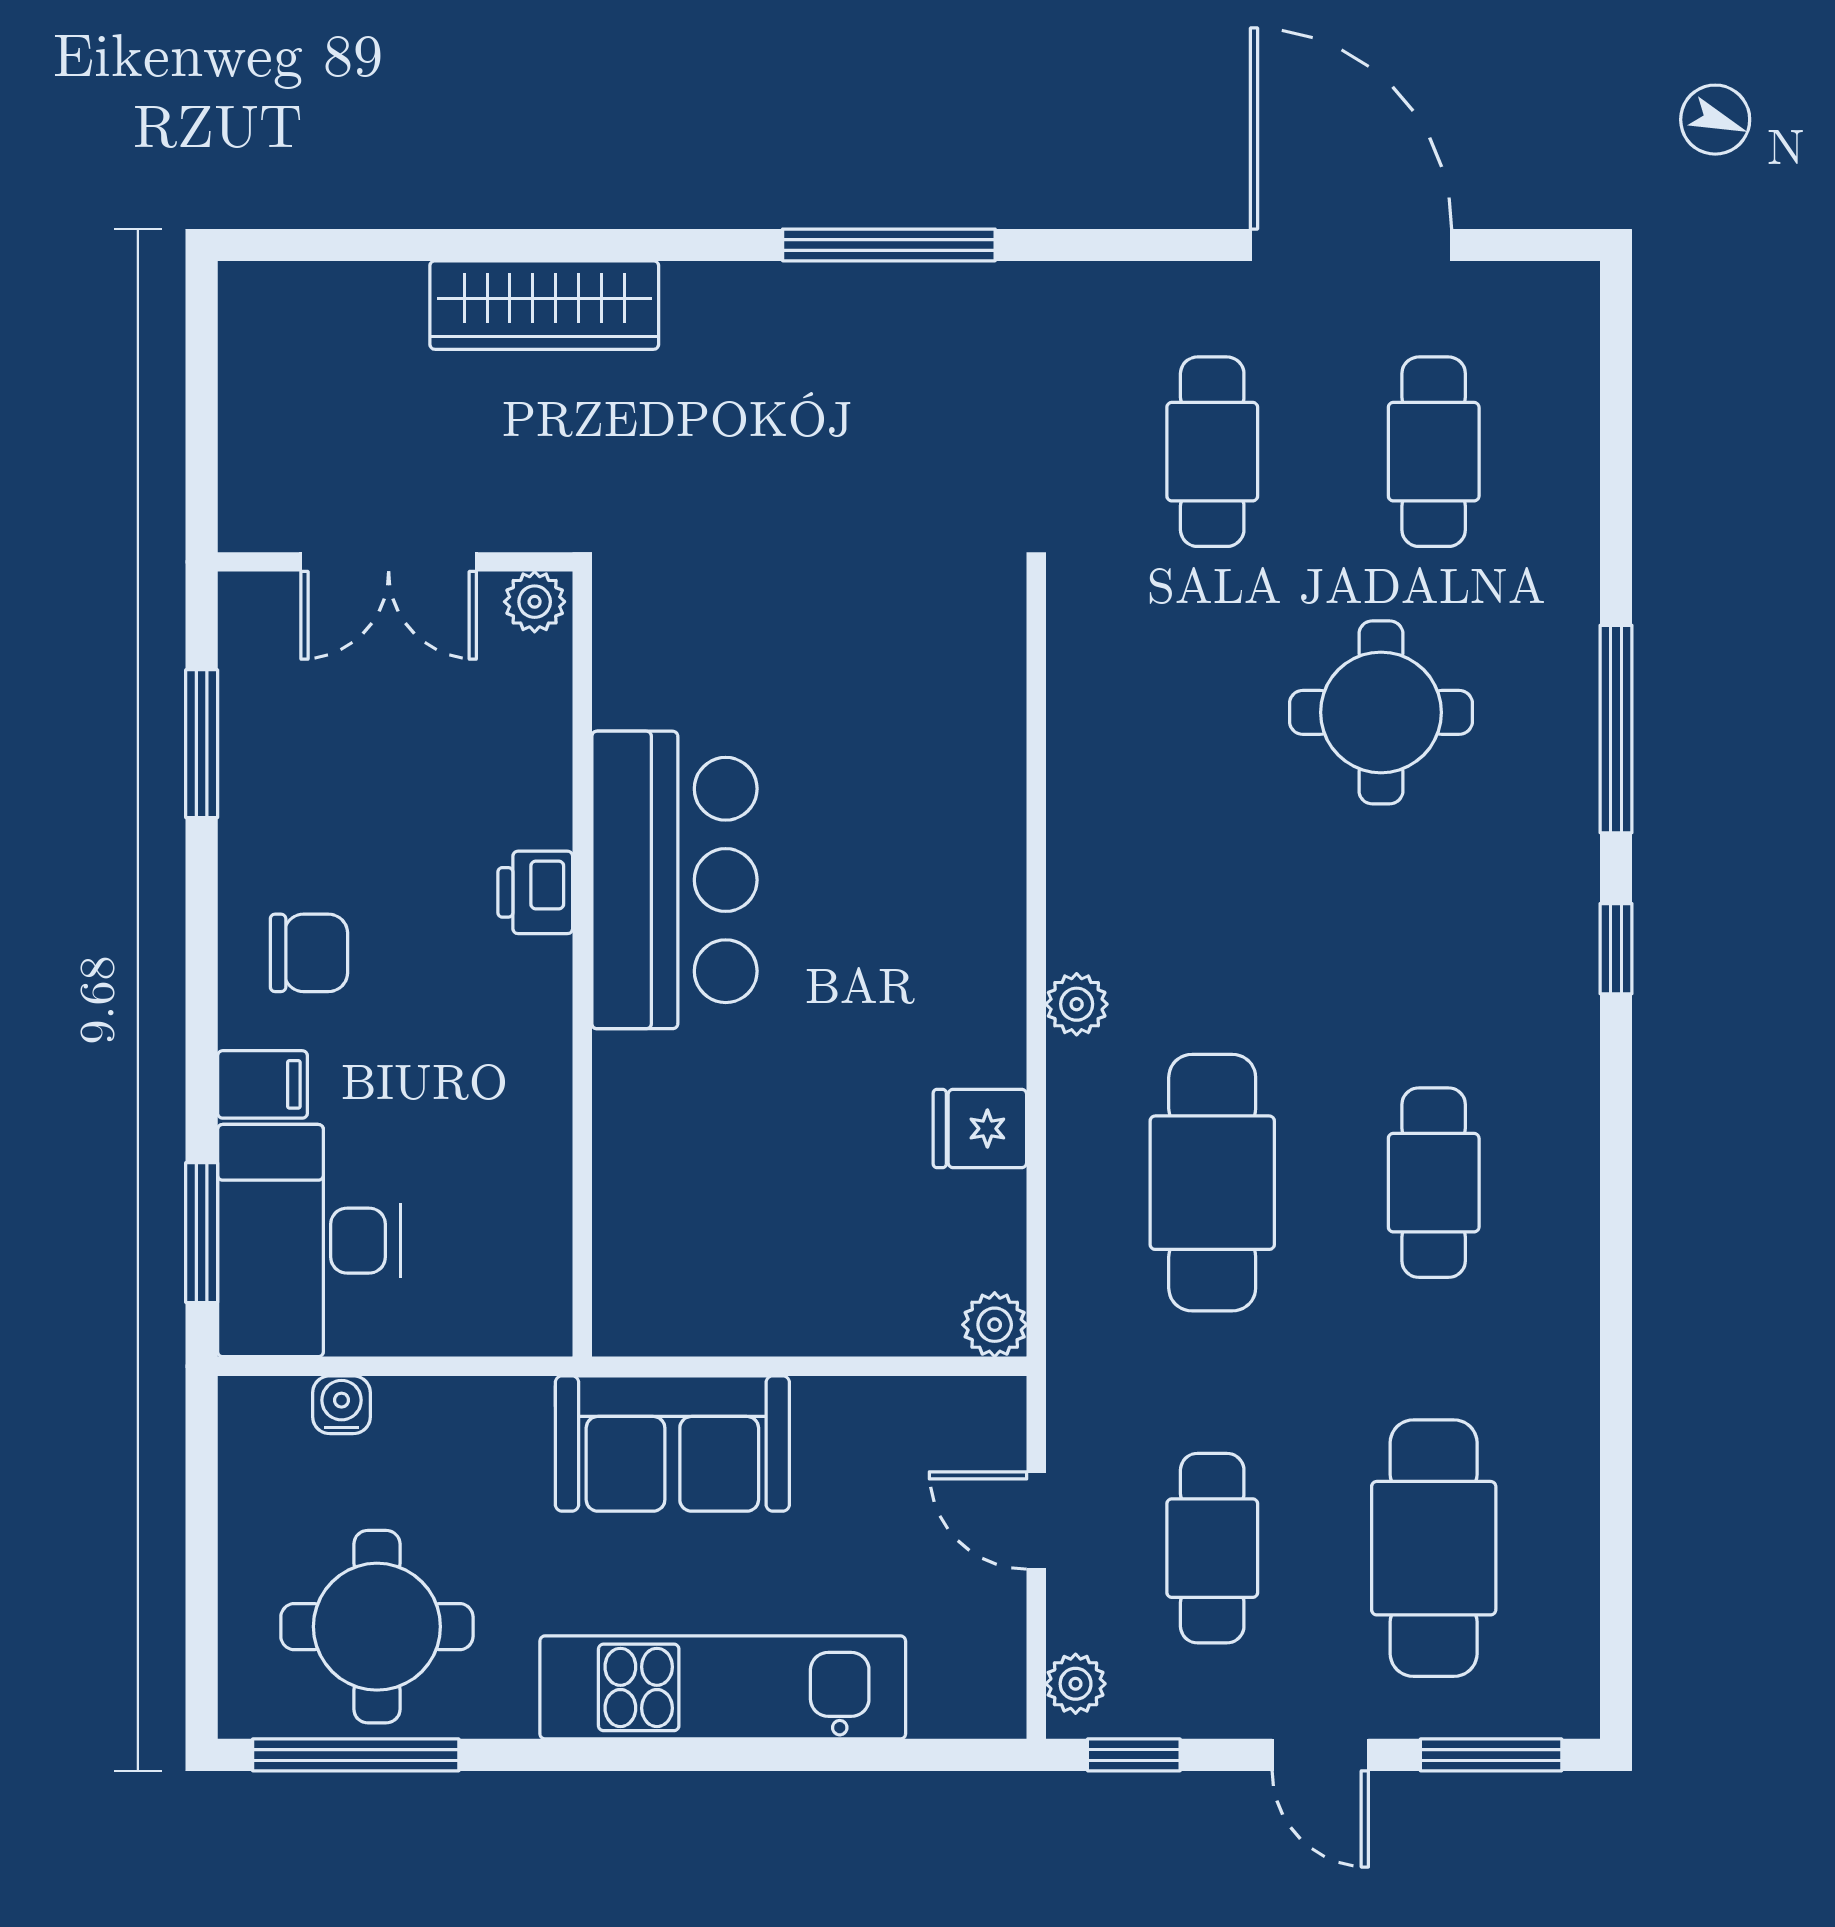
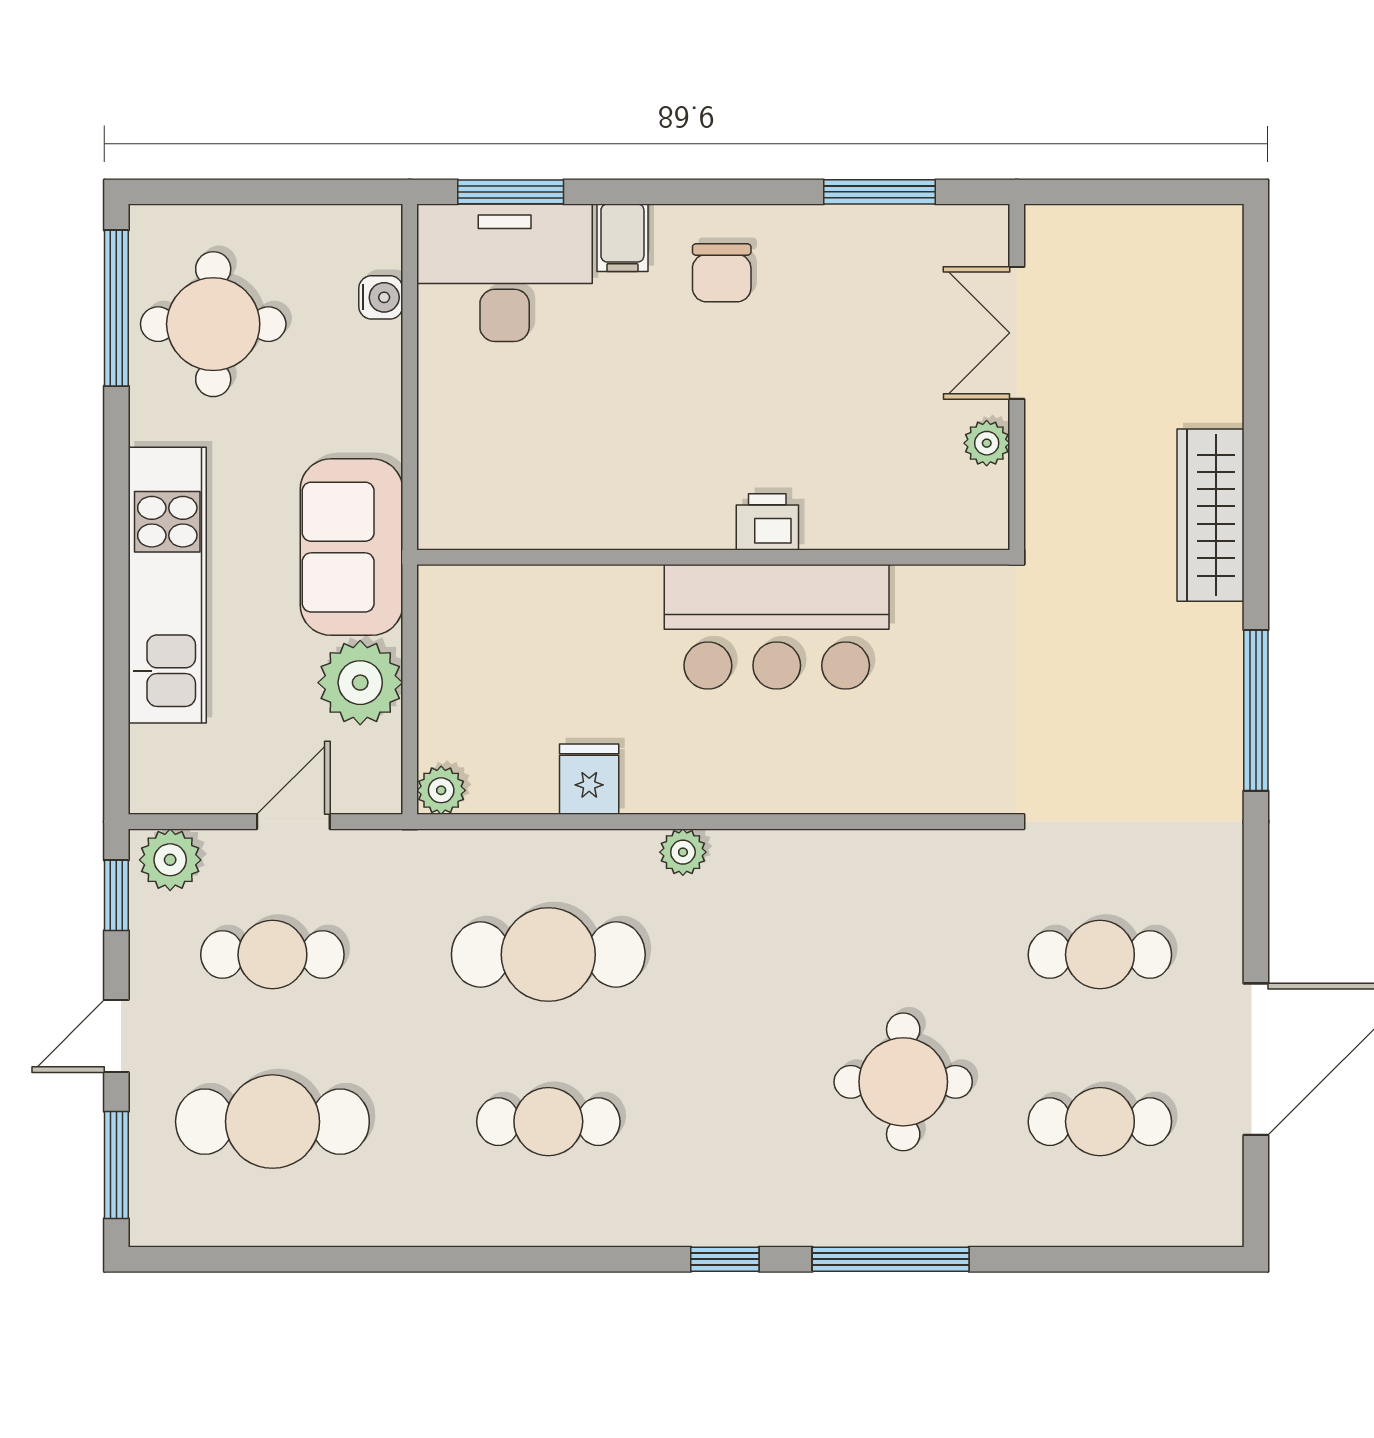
wardrobe: (544, 305) -> (1211, 515), moved
bar counter: (674, 880) -> (777, 627), moved
printer: (535, 892) -> (767, 522), moved
wall: (582, 964) -> (713, 557), moved
plant: (852, 1432) -> (360, 683), added
plant: (1076, 1684) -> (170, 860), width x1.38, depth x1.38

